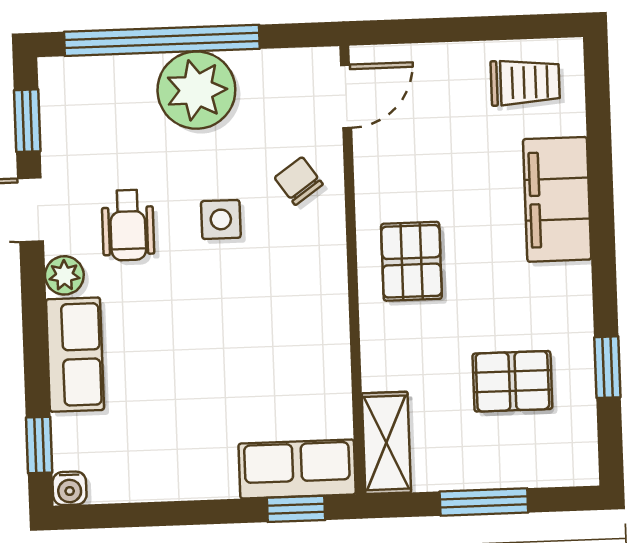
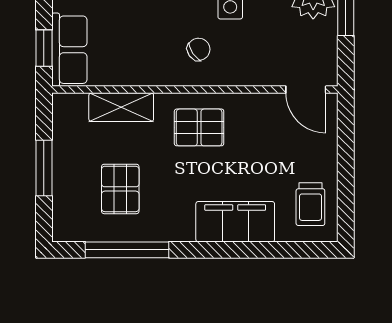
chair: (299, 181) -> (199, 49), moved
window: (607, 367) -> (127, 250), width x2.17
shelving: (386, 443) -> (121, 107), moved

